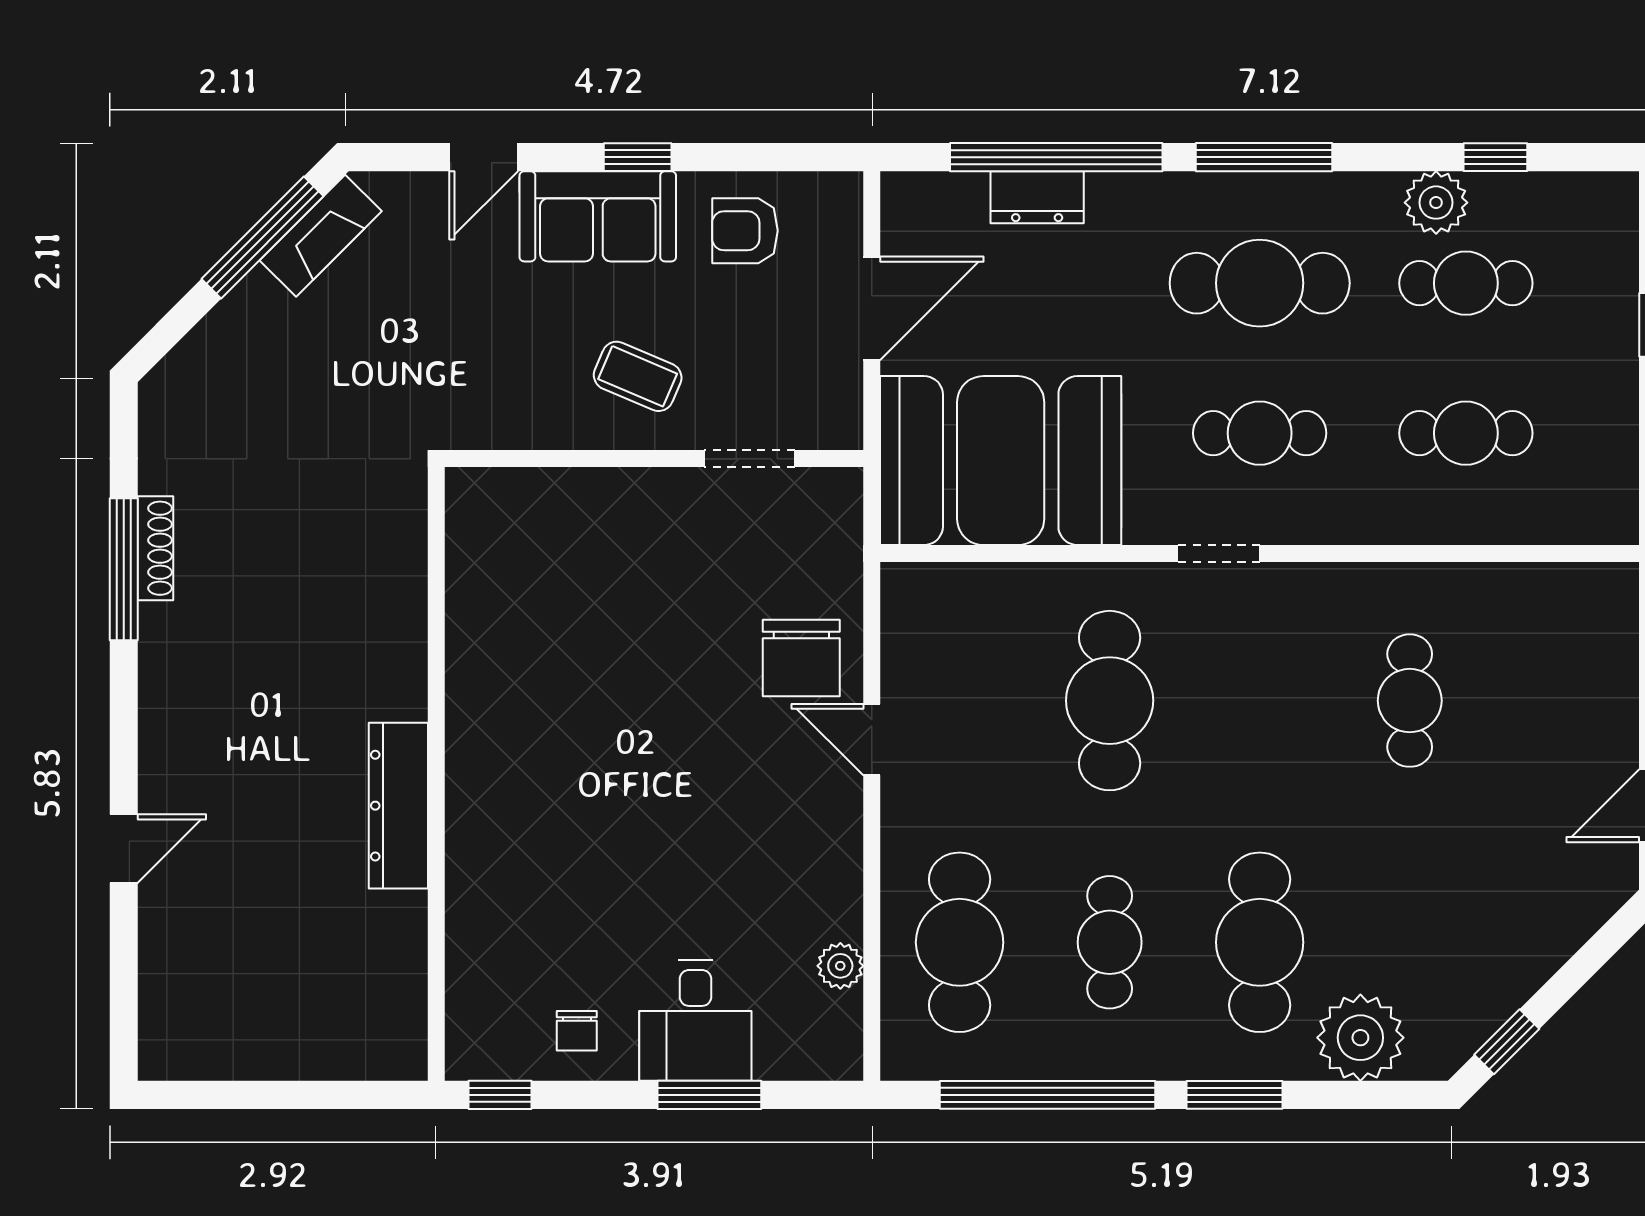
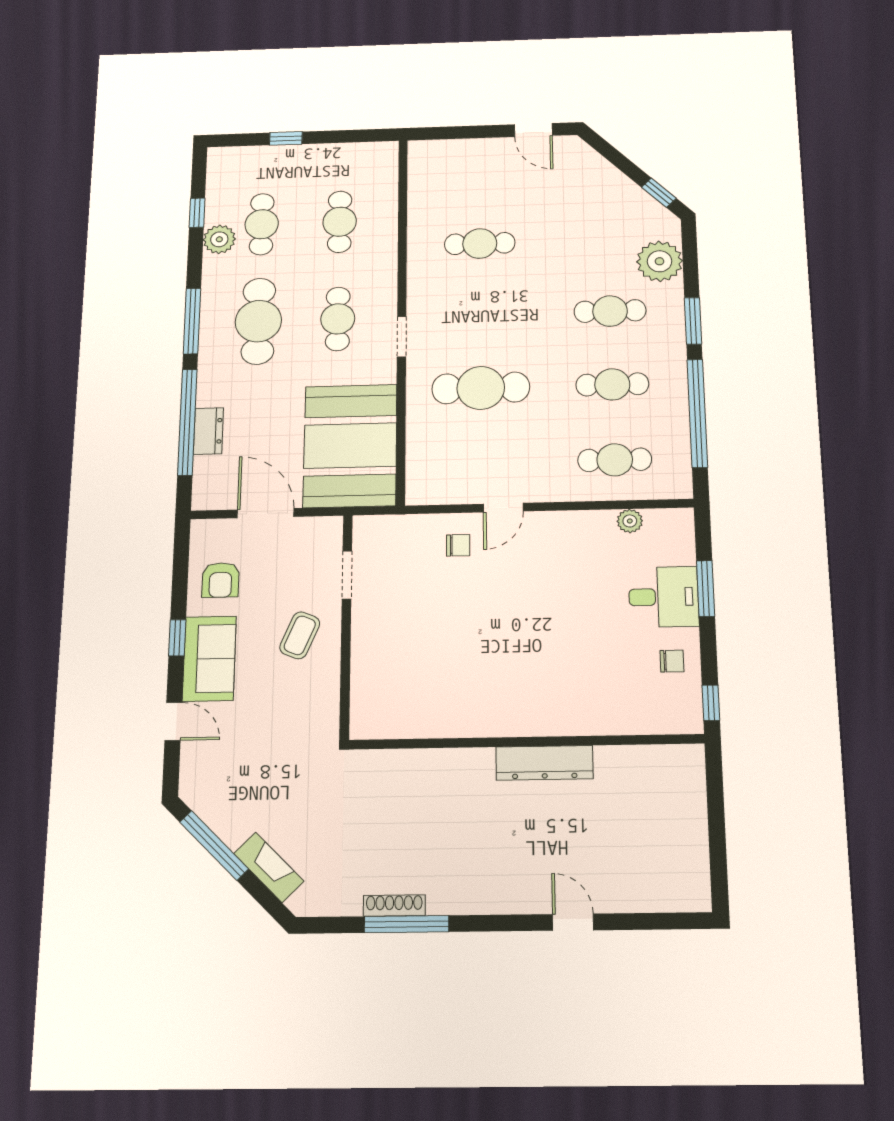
fireplace: (321, 236) -> (269, 867), moved
chair: (801, 658) -> (458, 545), width x0.54, depth x0.54
cafe table: (960, 942) -> (615, 460), width x0.73, depth x0.74
cafe table: (1260, 942) -> (610, 311), width x0.73, depth x0.74

